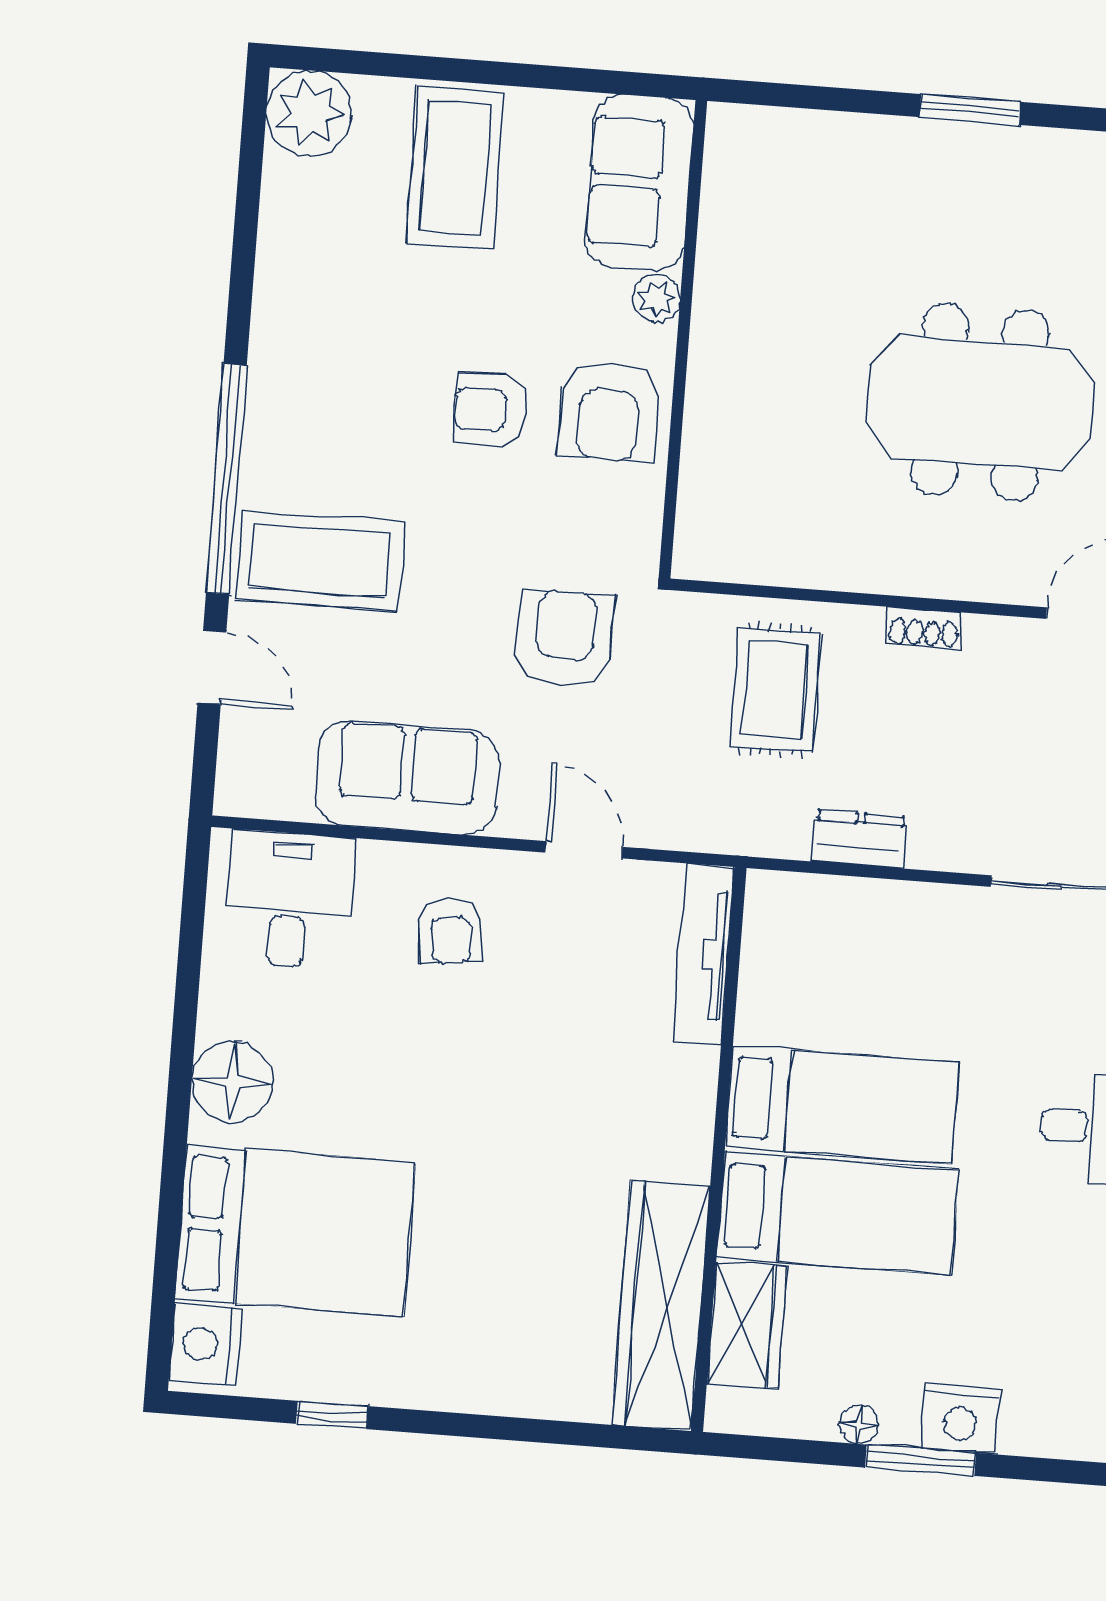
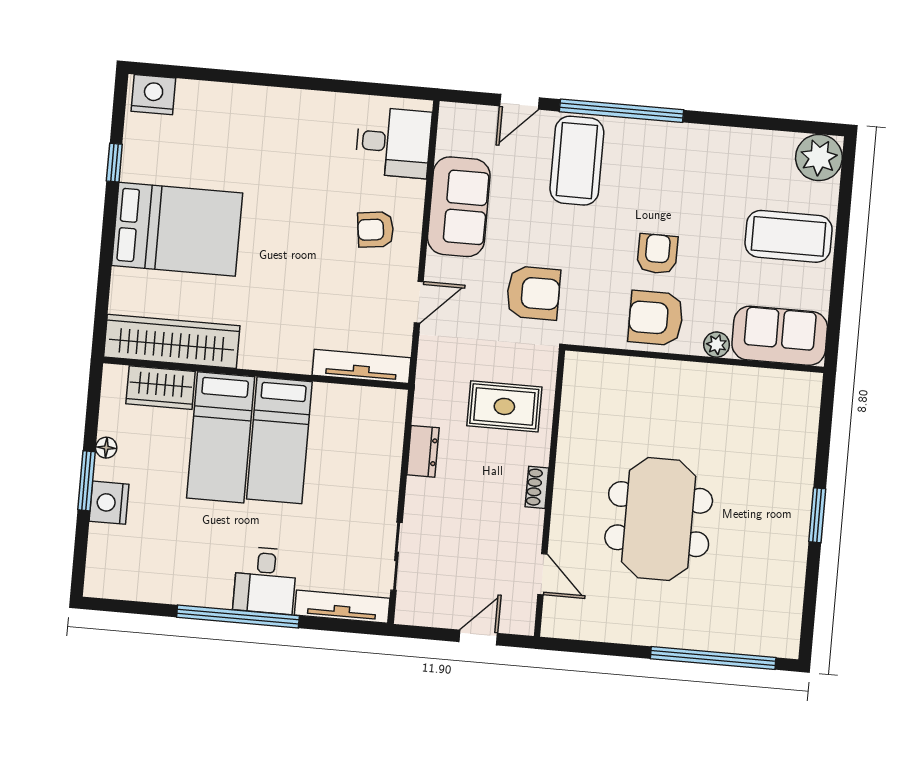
floor lamp: (232, 1082) -> (295, 111), removed
bed: (295, 1230) -> (177, 229), moved, turned -90

